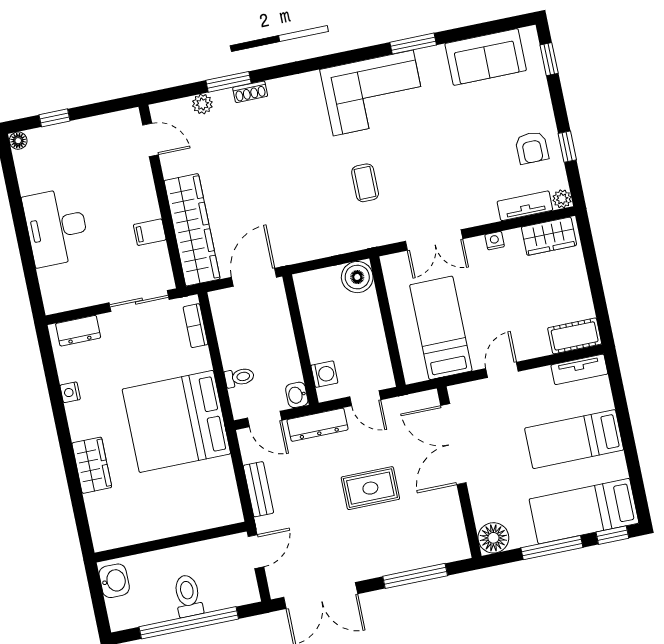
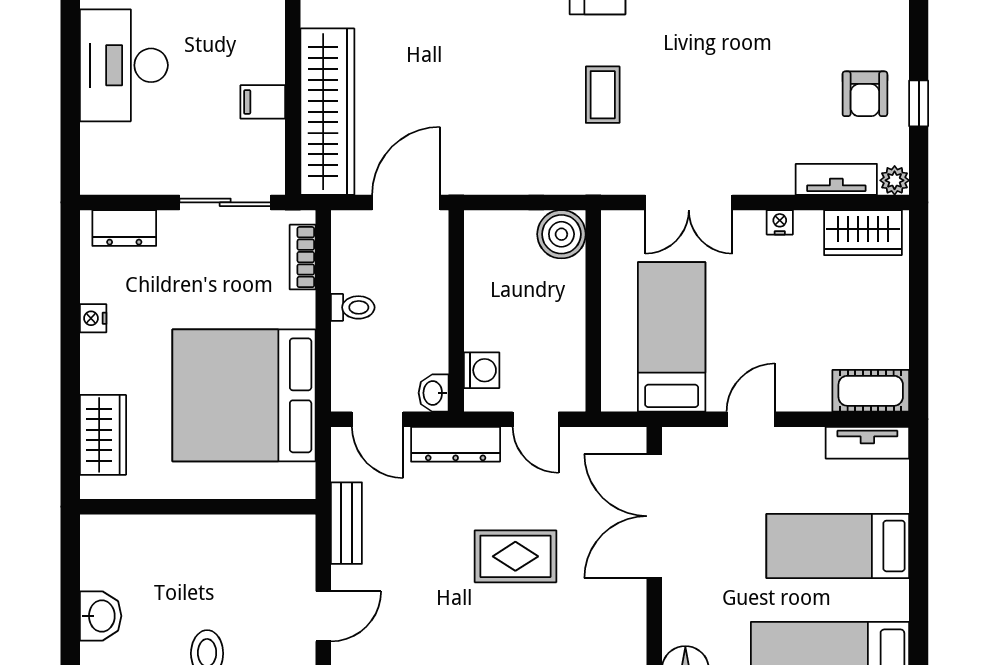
toilet: (239, 377) -> (353, 307), moved
wall: (171, 542) -> (198, 507), moved

